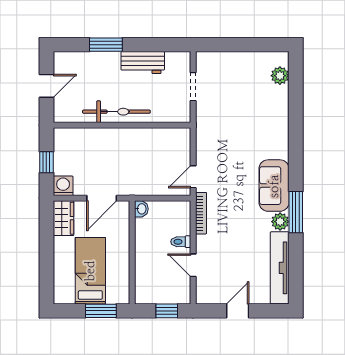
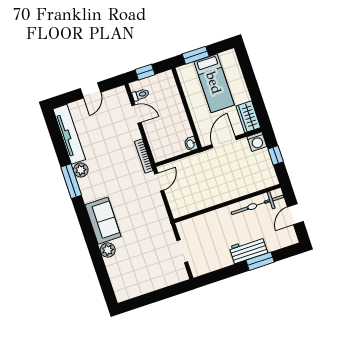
workbench: (143, 63) -> (248, 250), moved
plant: (280, 76) -> (108, 250), moved
bicycle: (116, 112) -> (257, 205), moved
sofa: (274, 186) -> (103, 221), moved
toilet: (181, 242) -> (141, 95), moved

